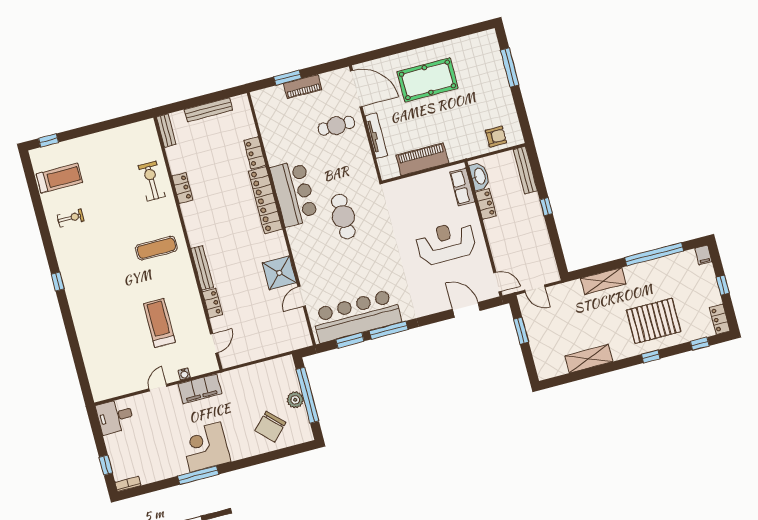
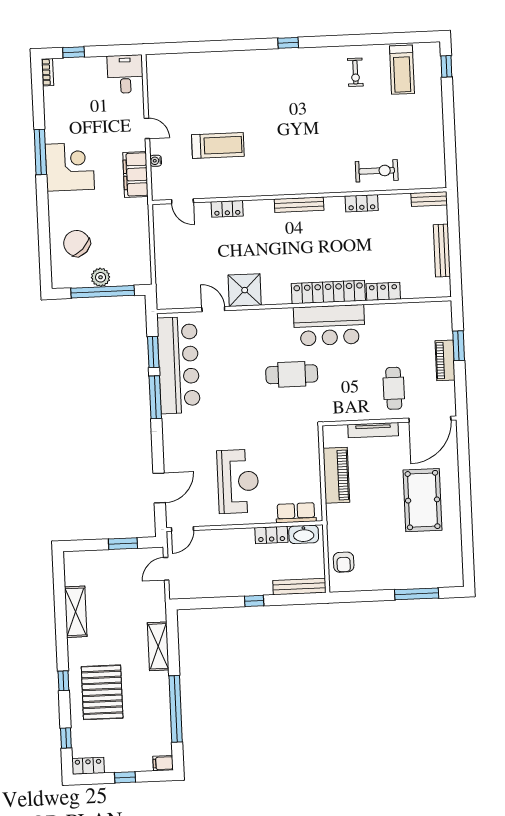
exercise mat: (156, 248) -> (301, 160), removed
bench: (202, 268) -> (299, 205), moved

